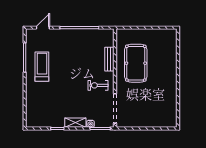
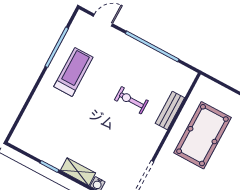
exercise bike: (98, 85) -> (131, 100), moved

